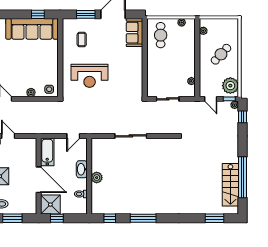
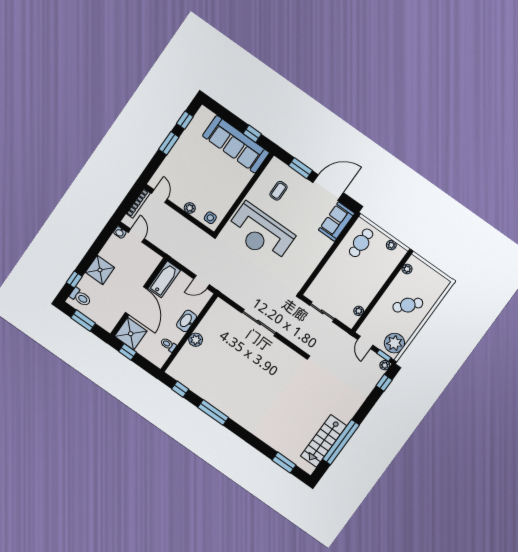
reception desk: (90, 76) -> (260, 233), width x1.36, depth x1.30

